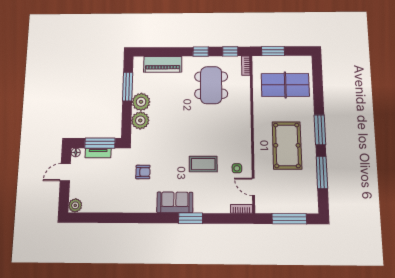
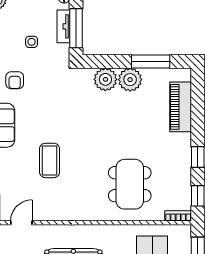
dining table: (211, 85) -> (130, 184), moved, turned 90
side table: (237, 168) -> (32, 42), moved
armchair: (143, 172) -> (15, 80), moved

